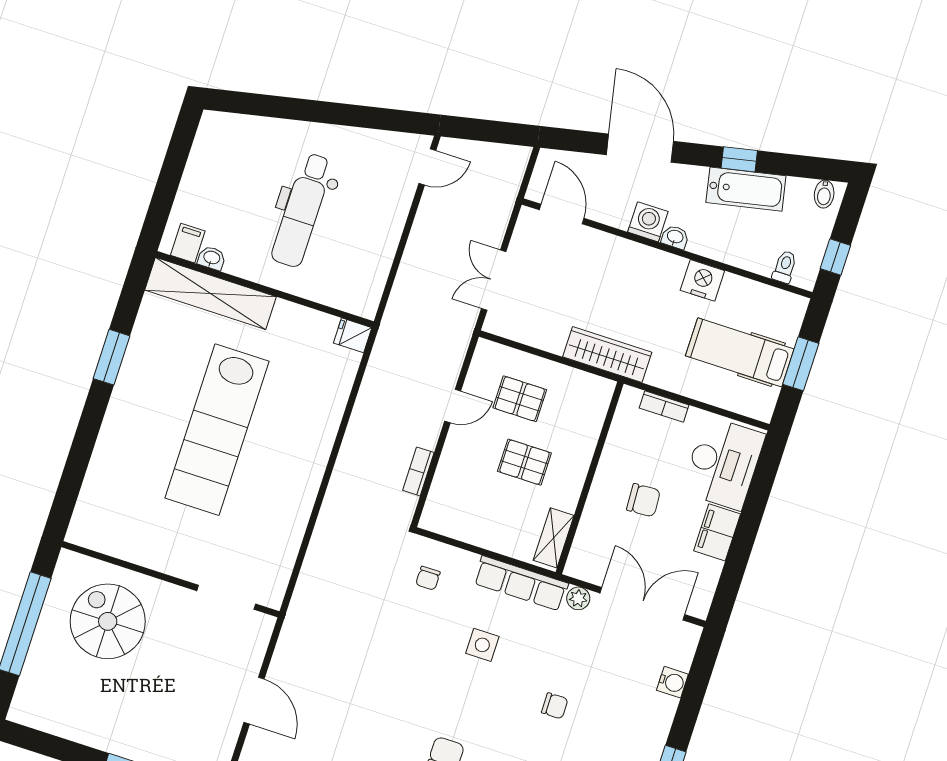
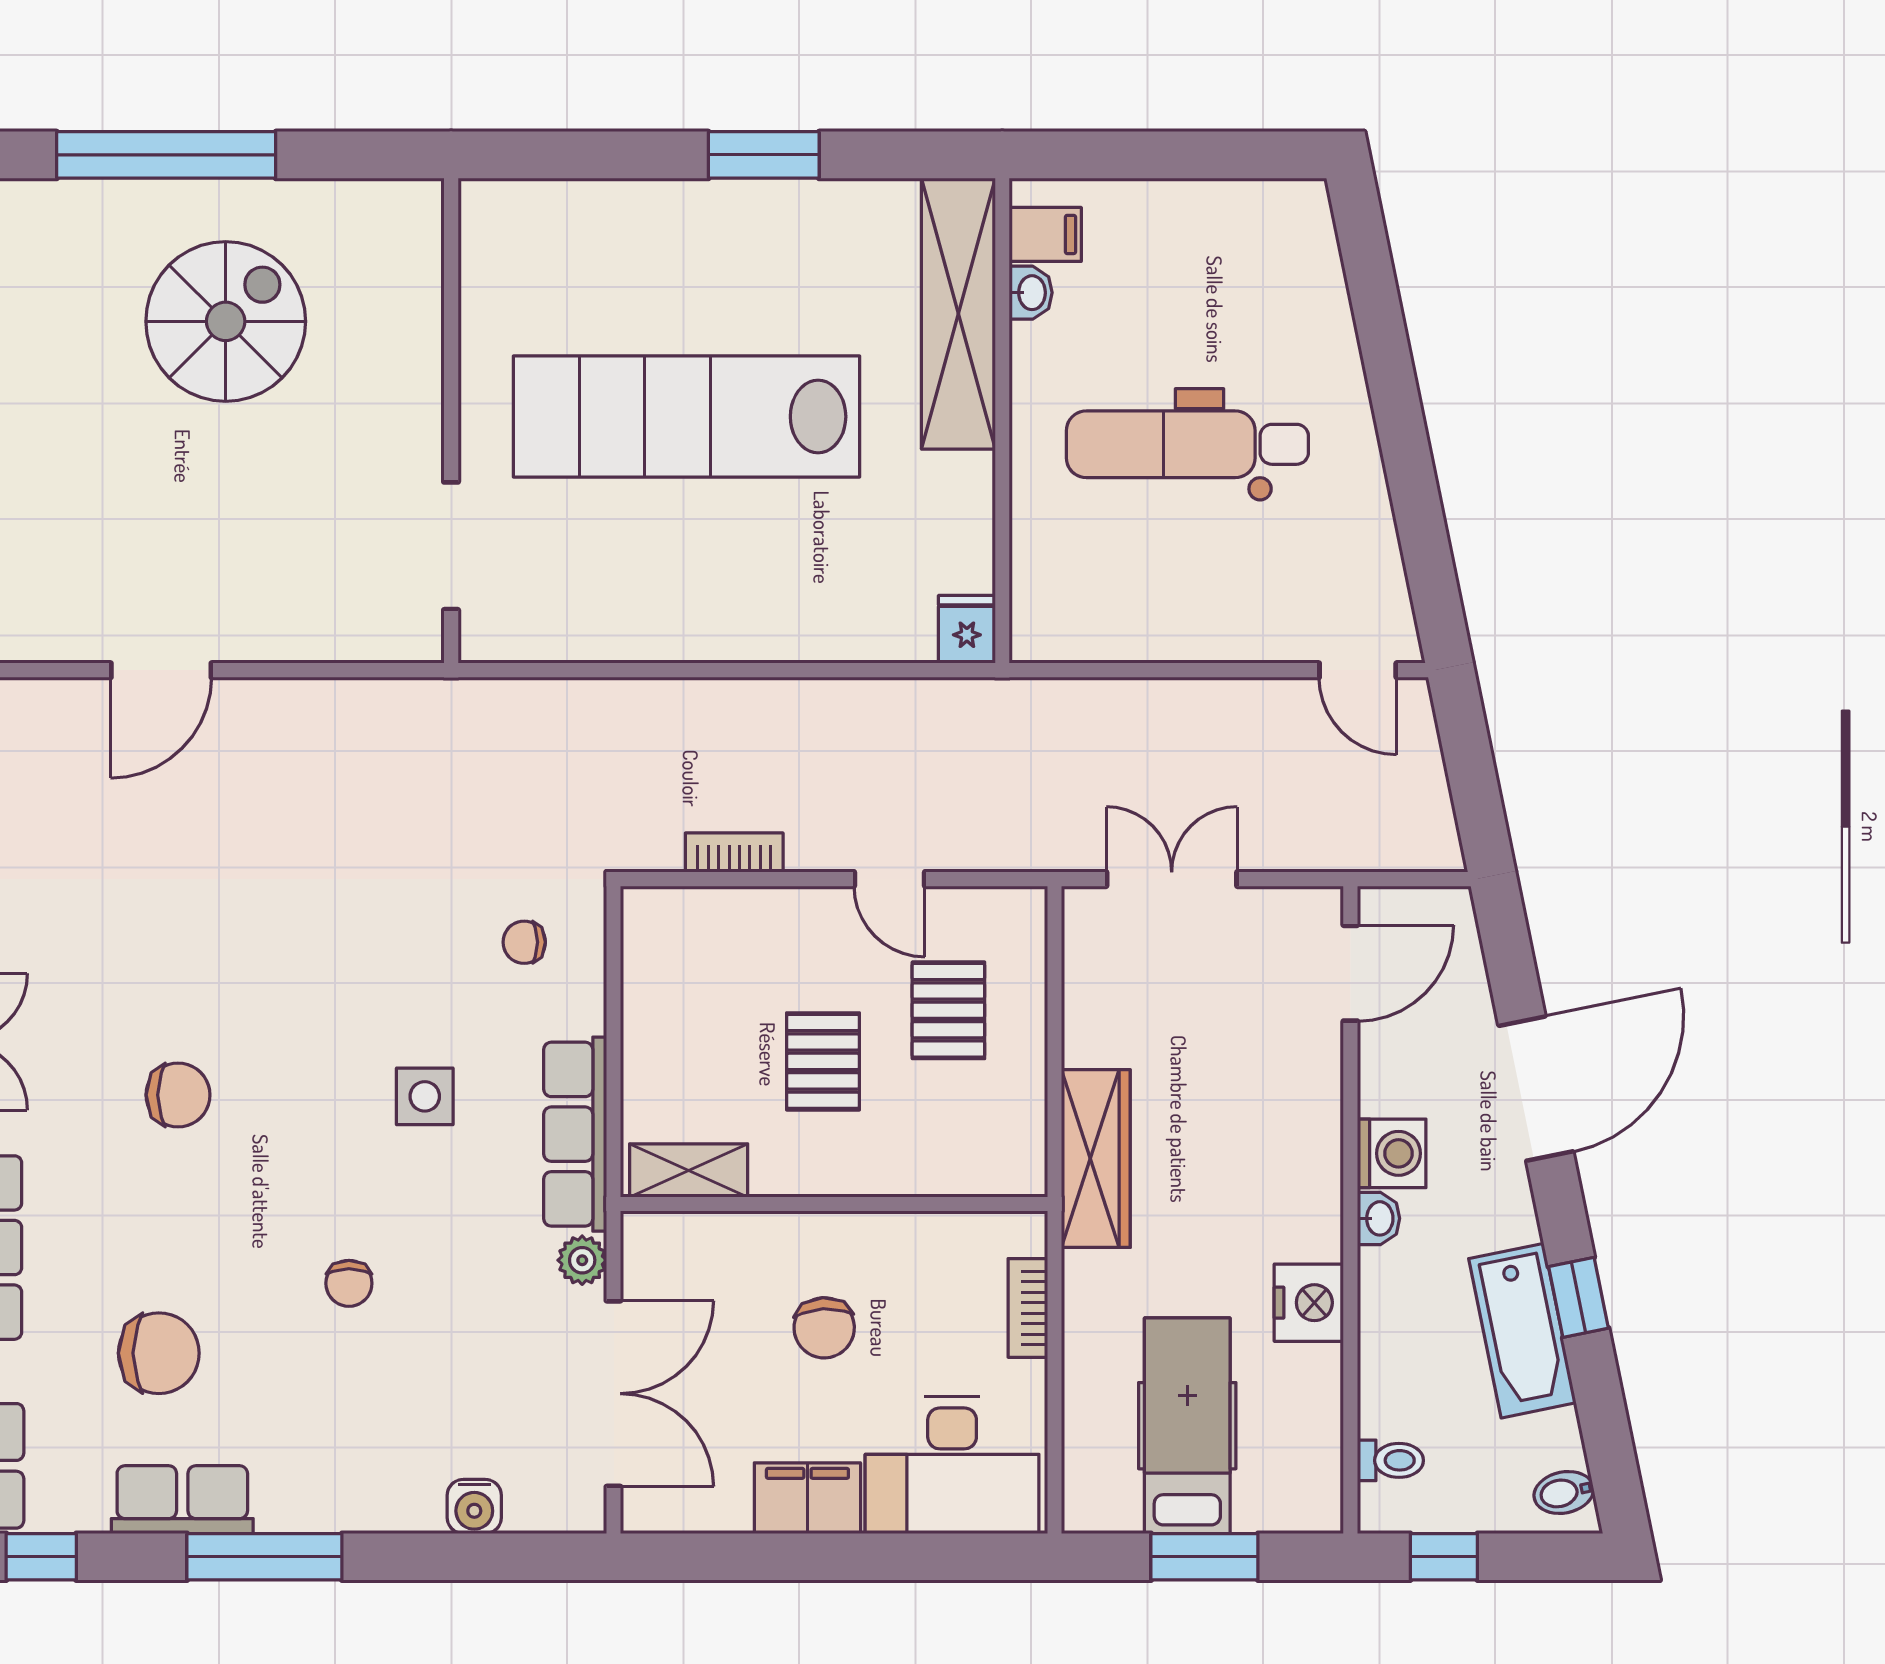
wall: (170, 579) -> (451, 421), moved
doorway: (226, 597) -> (451, 546), moved

